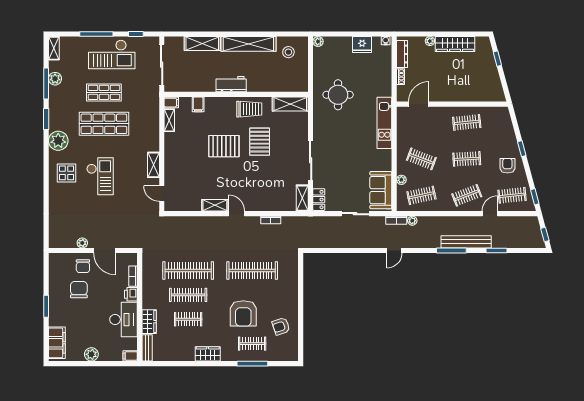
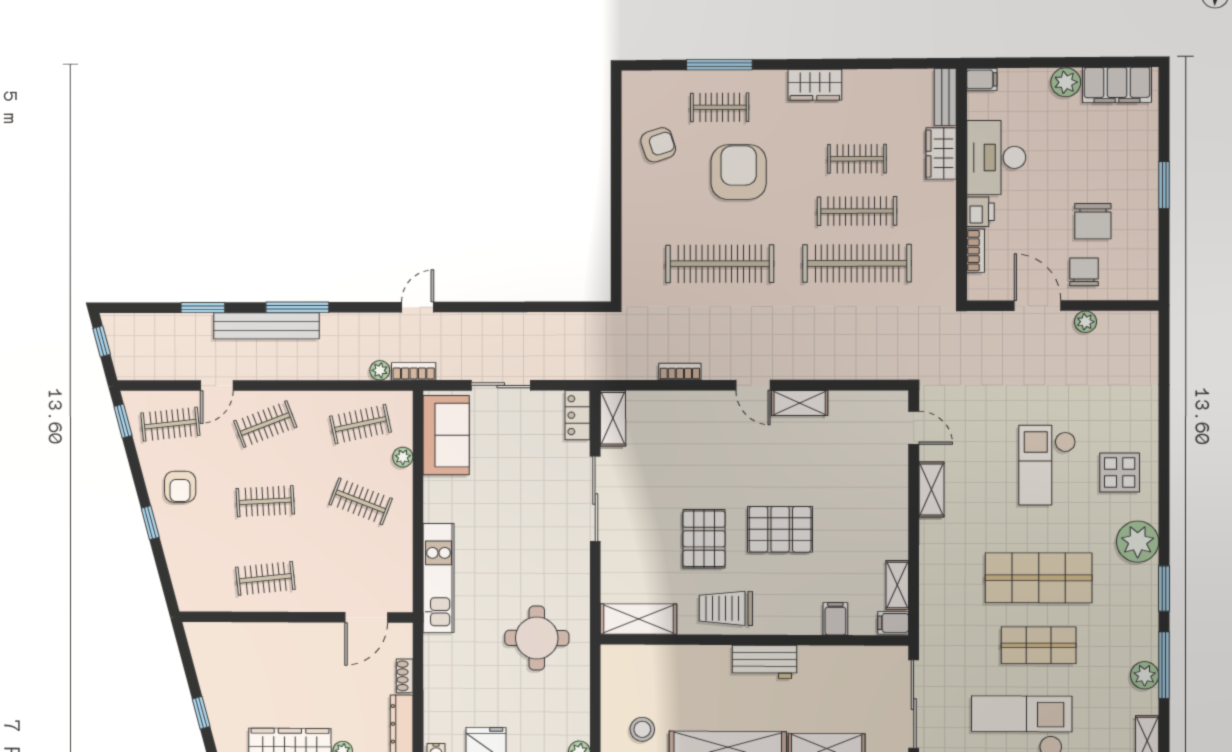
filing cabinet: (57, 343) -> (1117, 85), moved, turned -90

